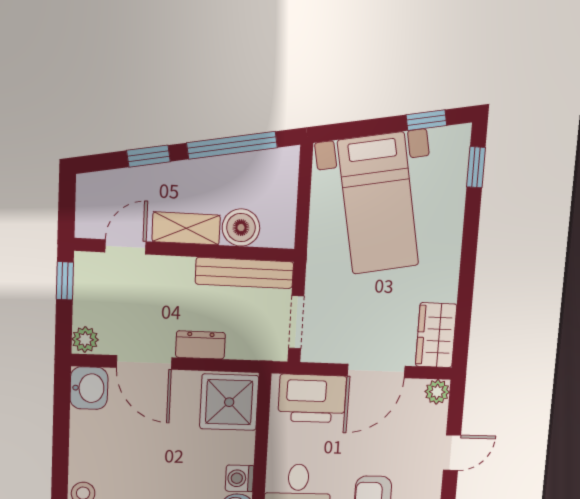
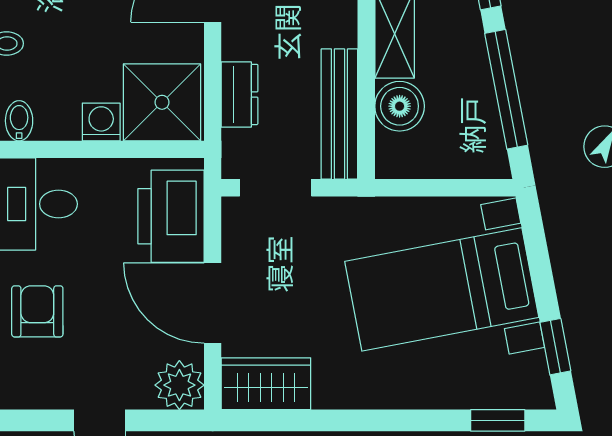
dresser: (200, 345) -> (240, 94), moved
plant: (437, 392) -> (179, 385), width x1.38, depth x1.38
washing machine: (240, 478) -> (101, 122), moved

